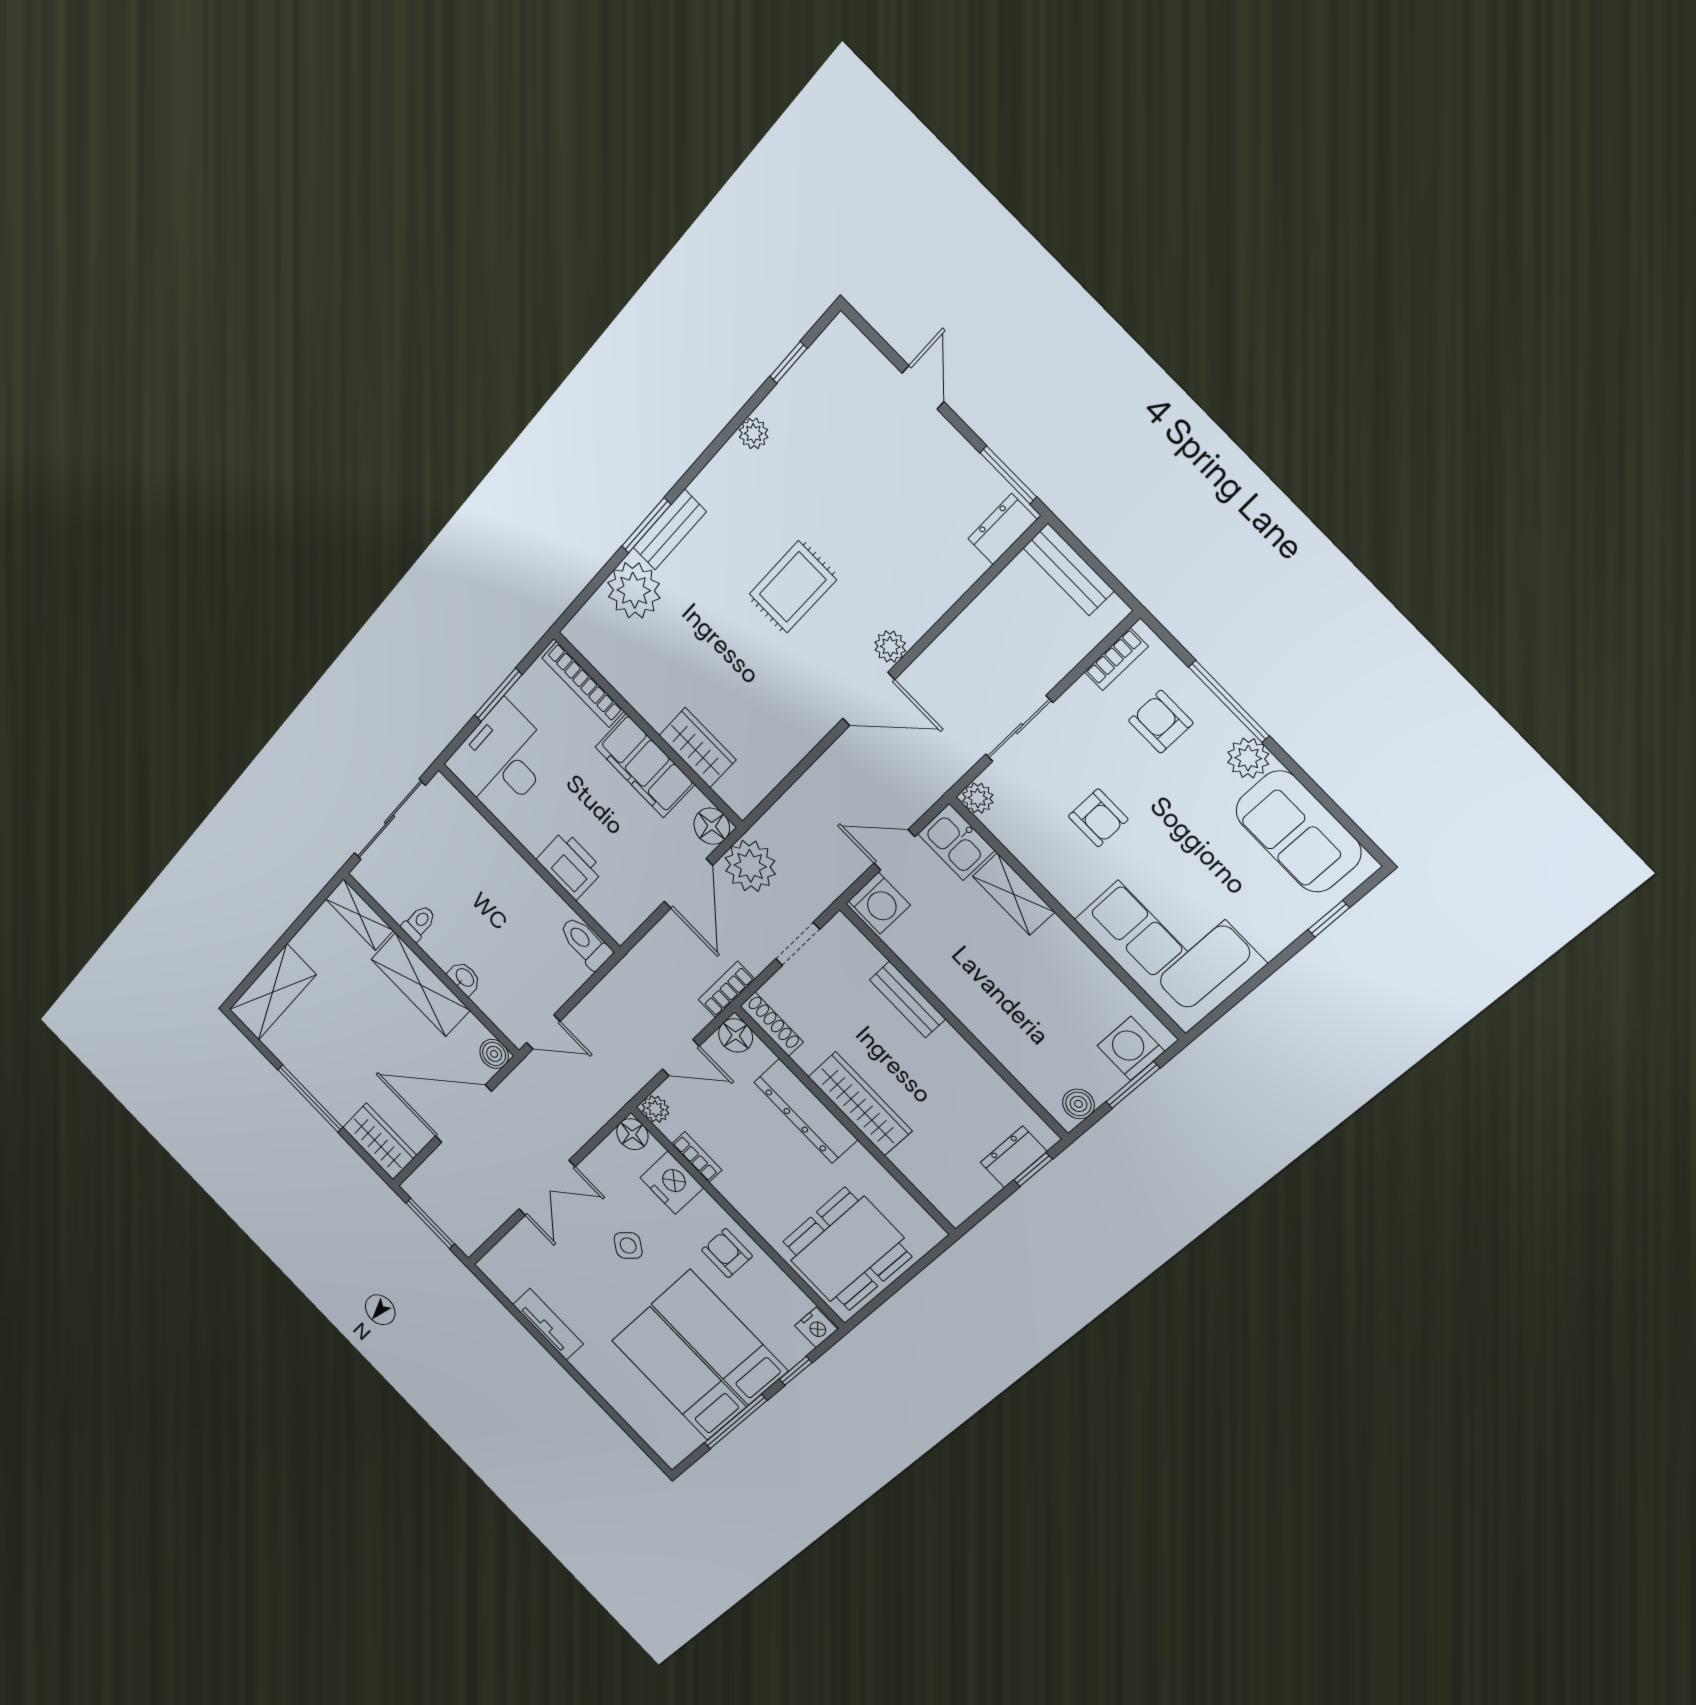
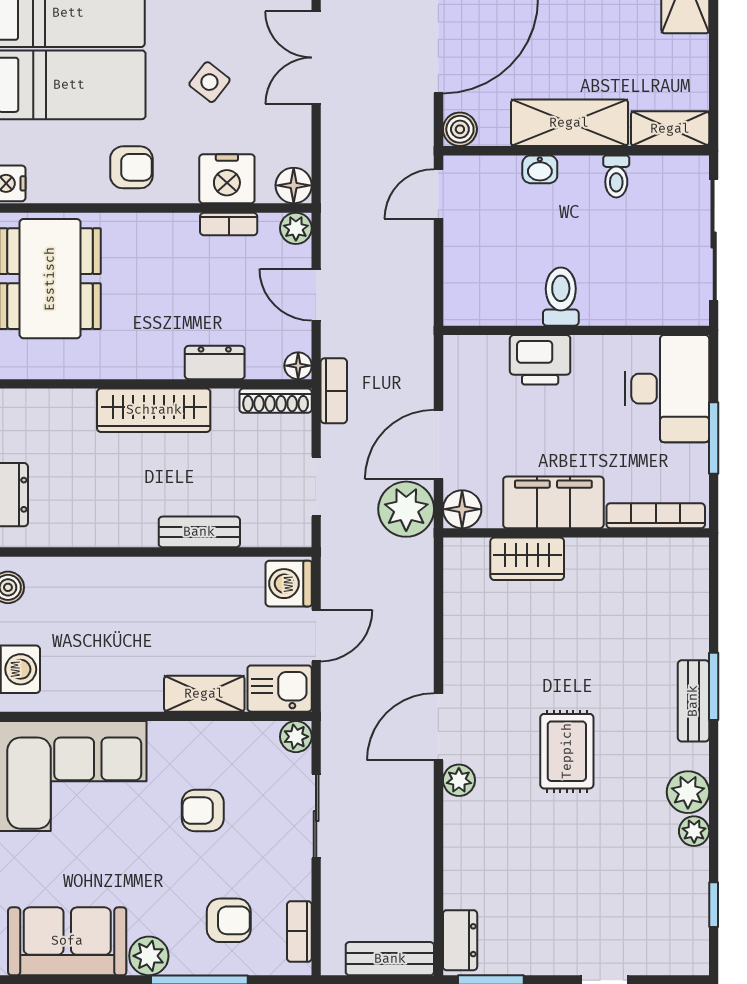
plant: (634, 590) -> (688, 792), moved, width x0.73, depth x0.73
door: (688, 884) -> (438, 445), hinge flipped
toilet: (585, 943) -> (561, 297), moved, turned -90
floor lamp: (736, 1035) -> (298, 366), width x0.73, depth x0.73
door: (681, 1058) -> (316, 295), hinge flipped
dresser: (806, 1111) -> (215, 362), width x0.51, depth x0.80

